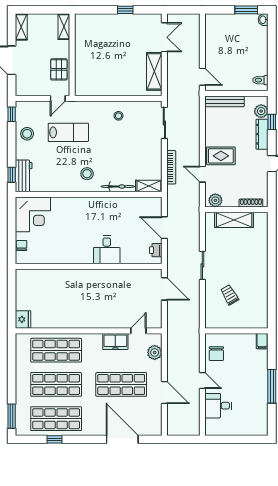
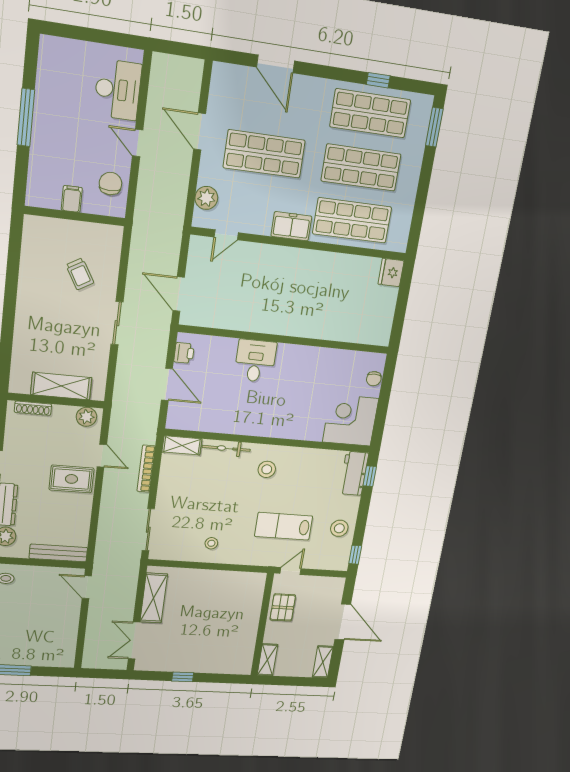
filing cabinet: (262, 341) -> (72, 199), moved
freezer: (115, 342) -> (291, 226), moved
desk: (218, 406) -> (118, 90), width x1.37
door: (122, 439) -> (276, 64), width x0.73

